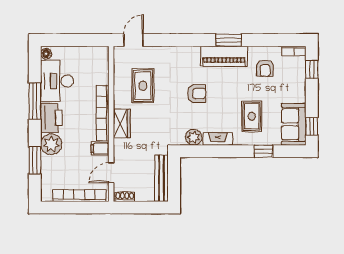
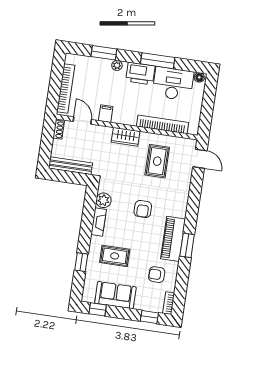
rug: (143, 86) -> (157, 161), turned 90
bookcase: (103, 113) -> (163, 124), moved
sofa: (294, 124) -> (115, 295), moved
plant: (51, 144) -> (117, 65), width x0.53, depth x0.53

